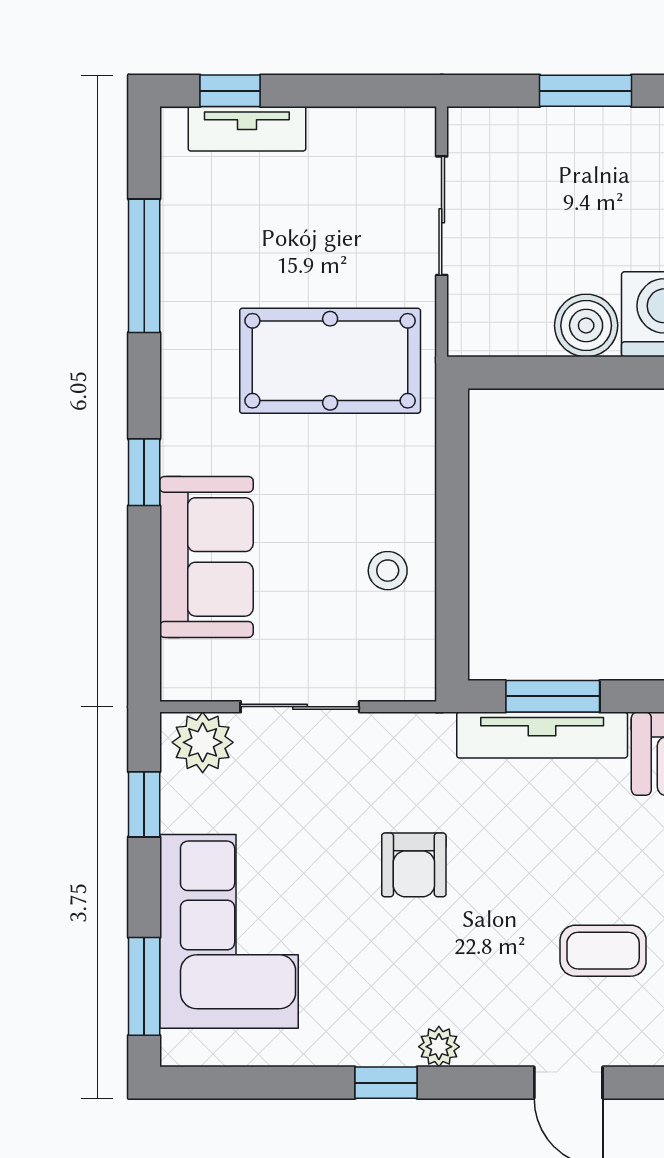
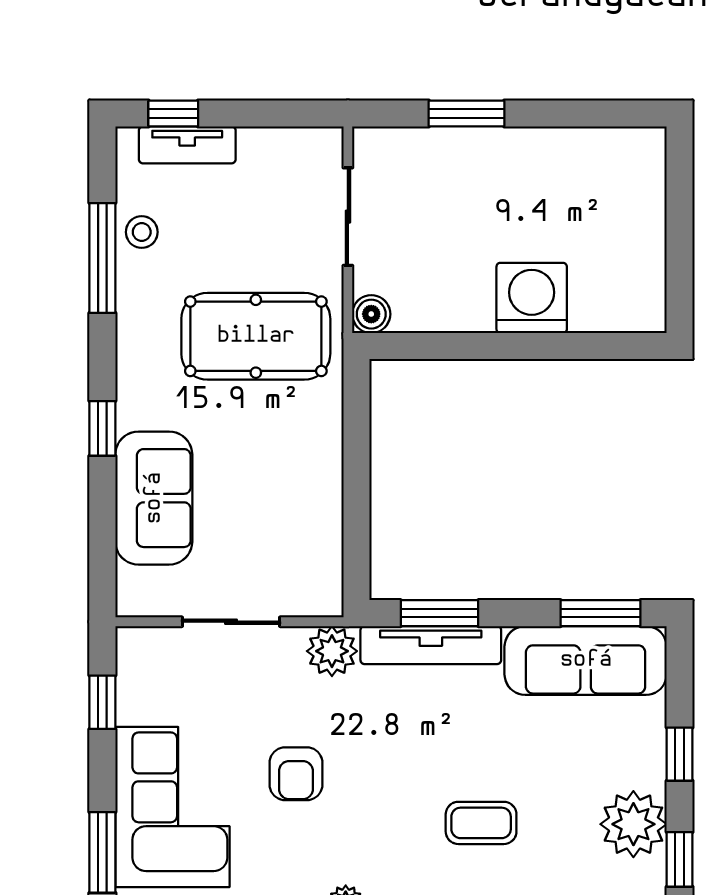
boiler: (586, 326) -> (371, 314), moved, width x0.73, depth x0.73
stool: (388, 571) -> (142, 232), moved
plant: (203, 742) -> (332, 651), moved
armchair: (414, 865) -> (296, 774), moved

